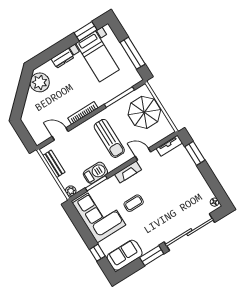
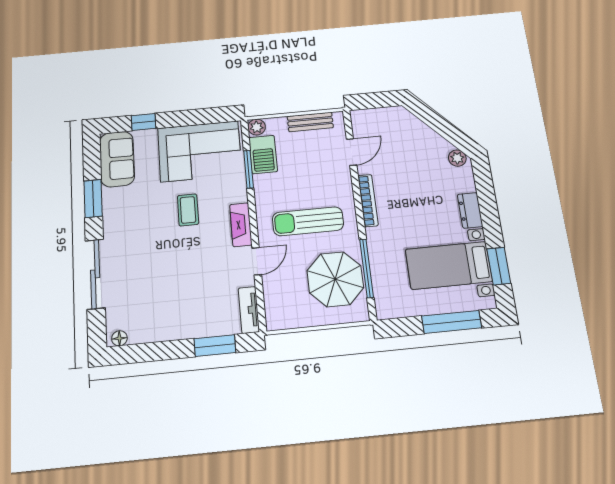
window: (133, 53) -> (452, 322), moved
plant: (40, 82) -> (457, 158), width x0.53, depth x0.53
parasol: (144, 112) -> (335, 279), moved
barbecue: (95, 173) -> (263, 154), moved
sliding door: (189, 232) -> (95, 274), width x0.73

